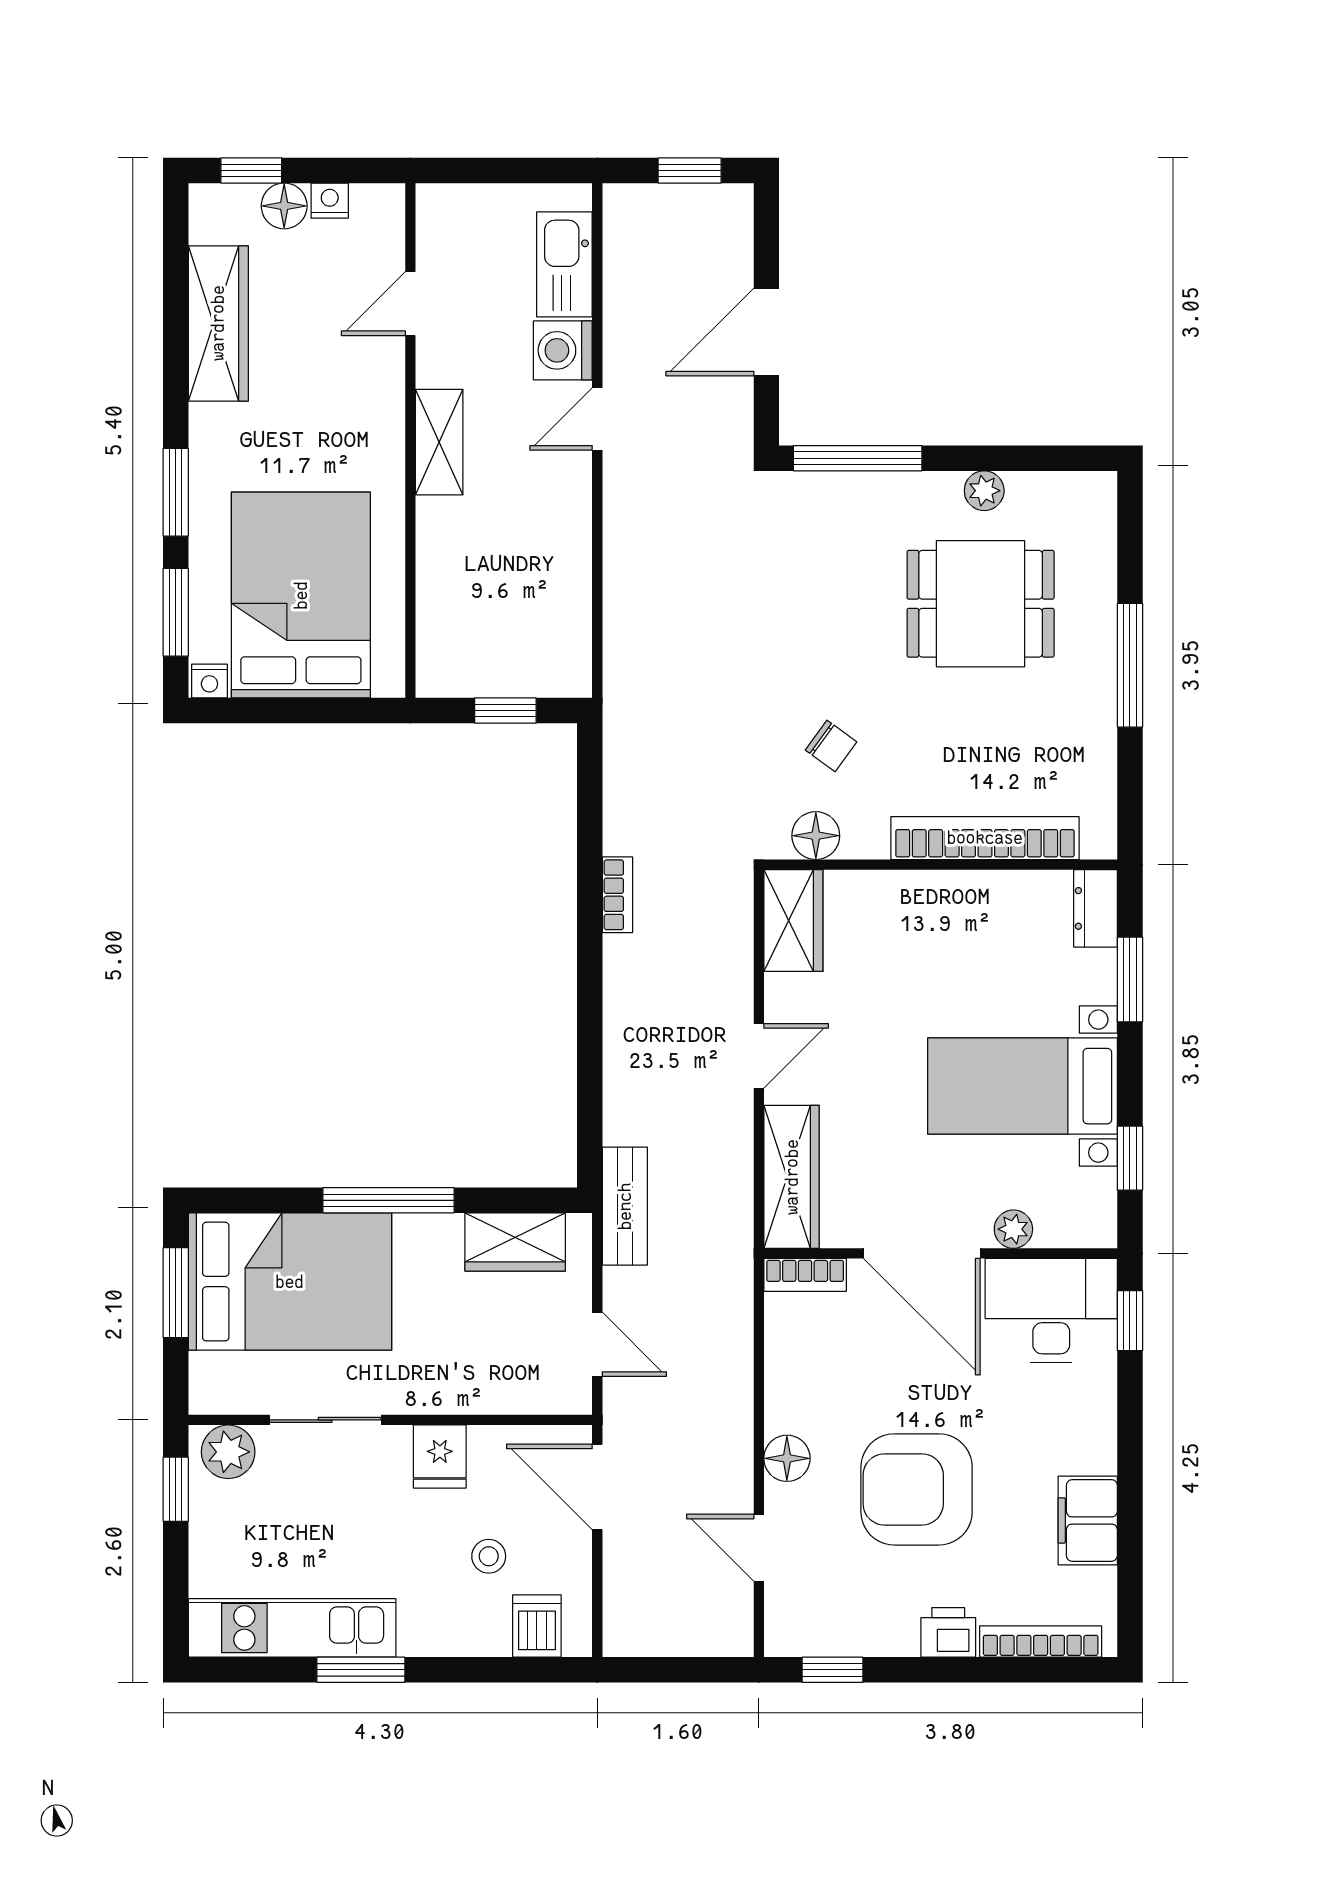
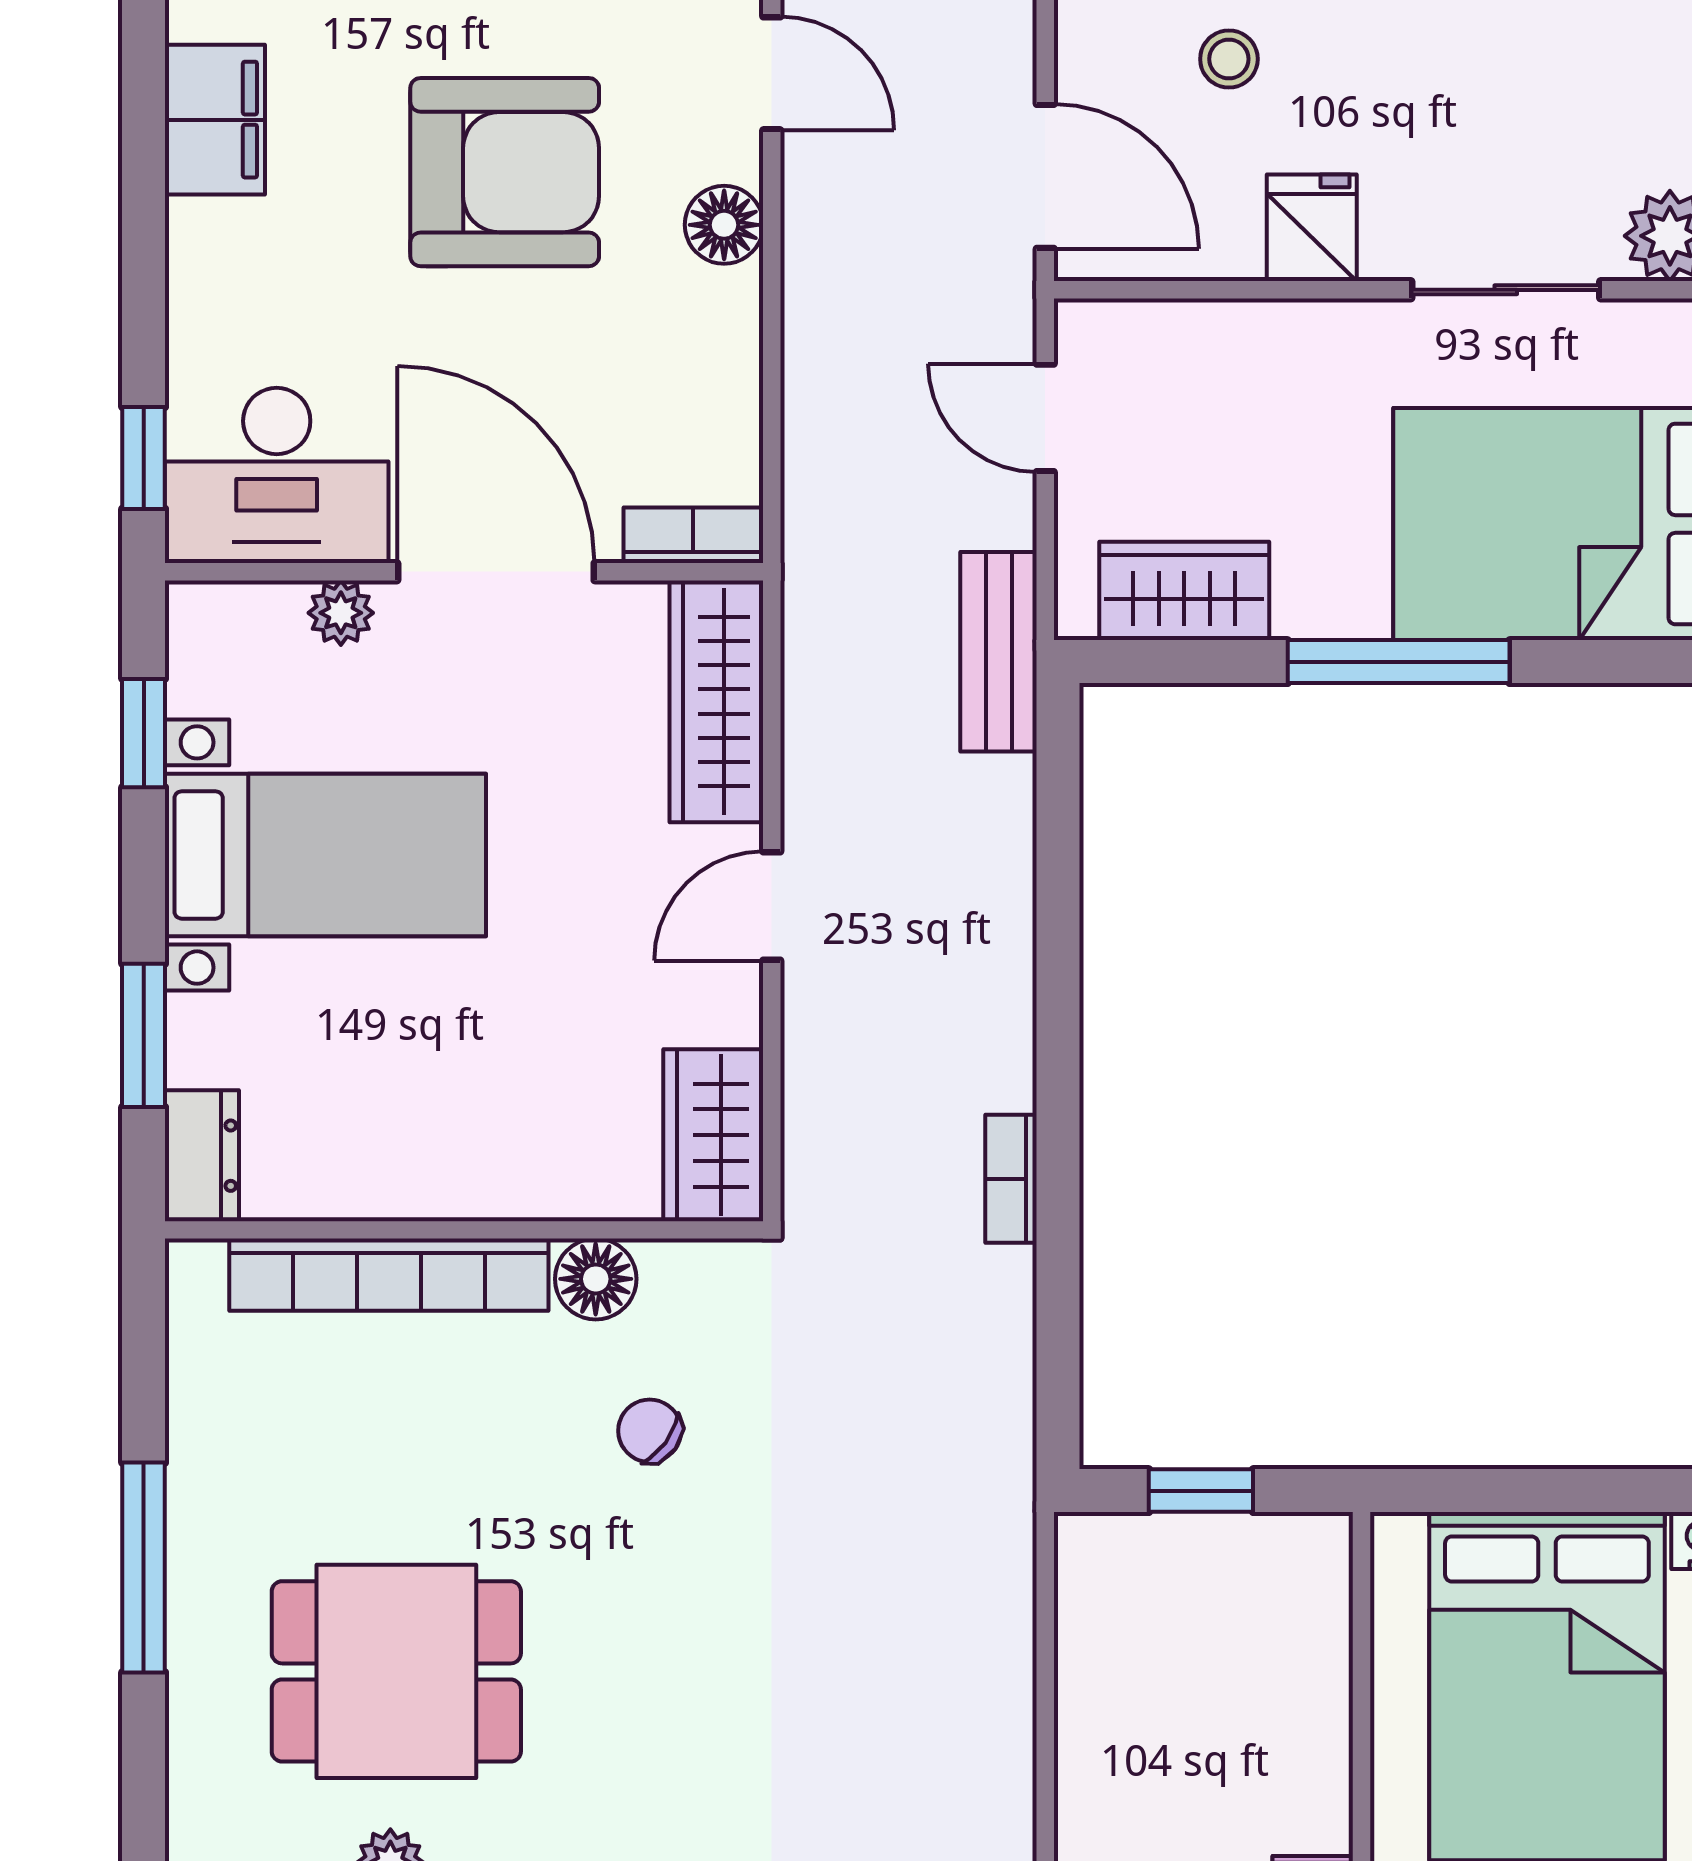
floor lamp: (816, 836) -> (596, 1279), moved

